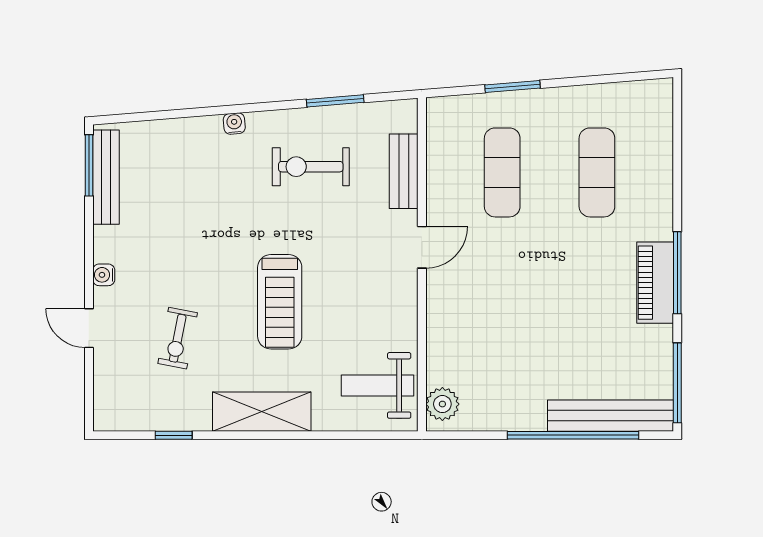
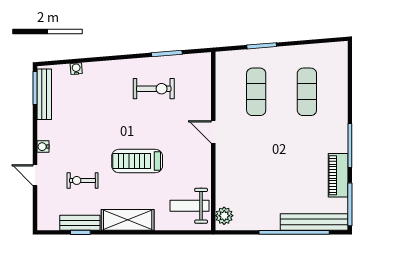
water cooler: (234, 123) -> (76, 69), moved
exercise bike: (311, 167) -> (154, 89), turned 180
bench: (404, 171) -> (80, 223), moved, turned 90
door: (422, 247) -> (213, 132), swing flipped
piano: (655, 283) -> (338, 175), moved
treadmill: (280, 302) -> (137, 161), turned 90
exercise bike: (178, 338) -> (83, 180), turned 79

